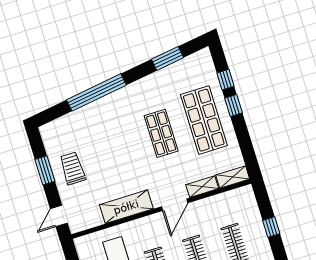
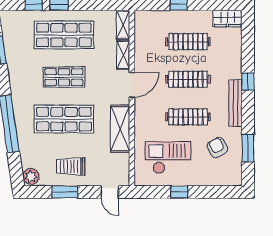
plant: (50, 131) -> (31, 177), added
shop shelf: (118, 147) -> (64, 119), added
door: (175, 205) -> (132, 85), hinge flipped

